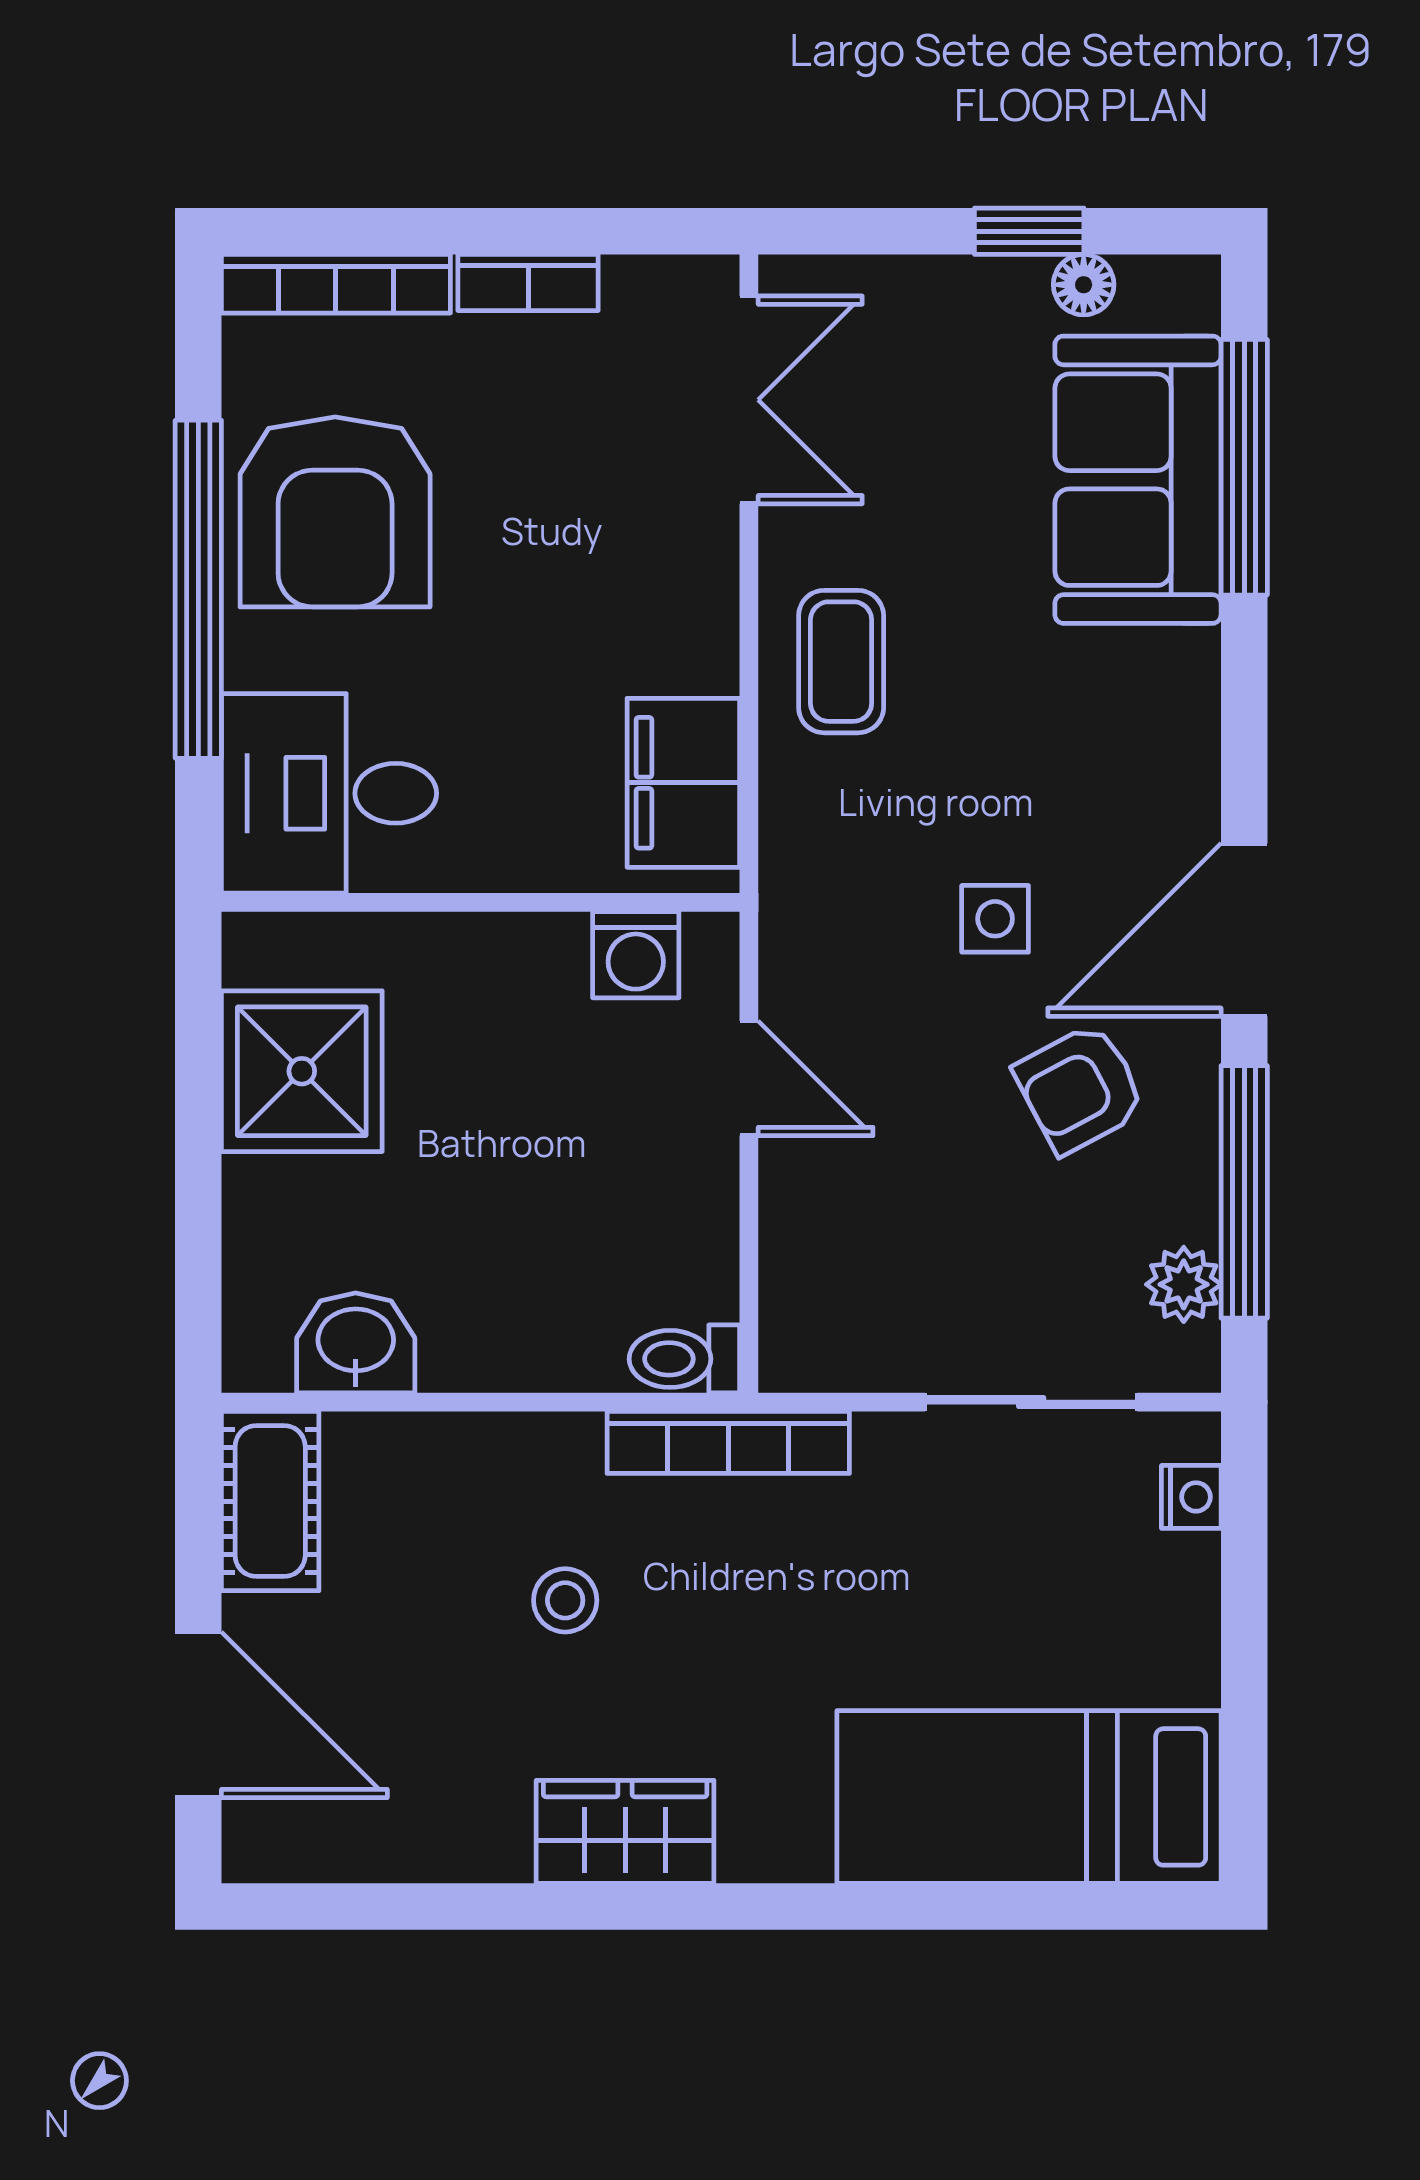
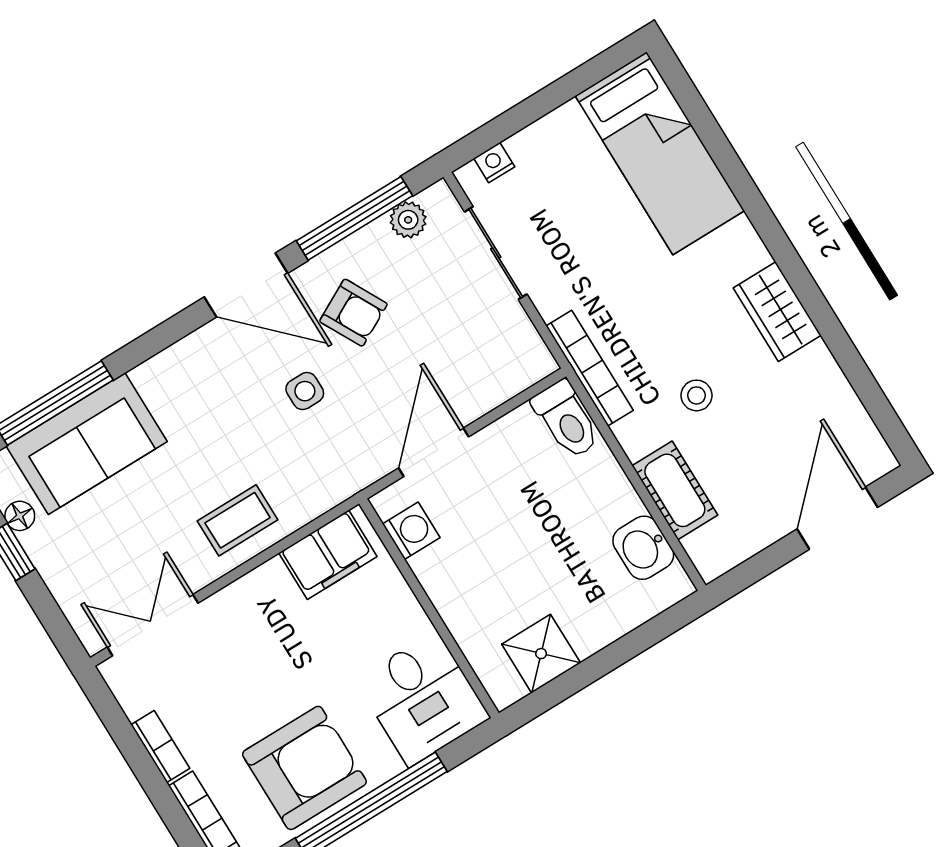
shower: (302, 1071) -> (541, 654), width x0.73, depth x0.73
door: (749, 1078) -> (434, 452), width x1.38
toilet: (684, 1359) -> (566, 420), width x1.37, depth x1.39
cot: (270, 1501) -> (675, 490), moved, turned 90

